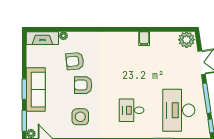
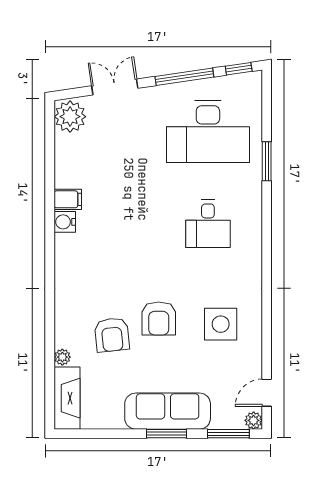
water cooler: (133, 37) -> (65, 222), added

